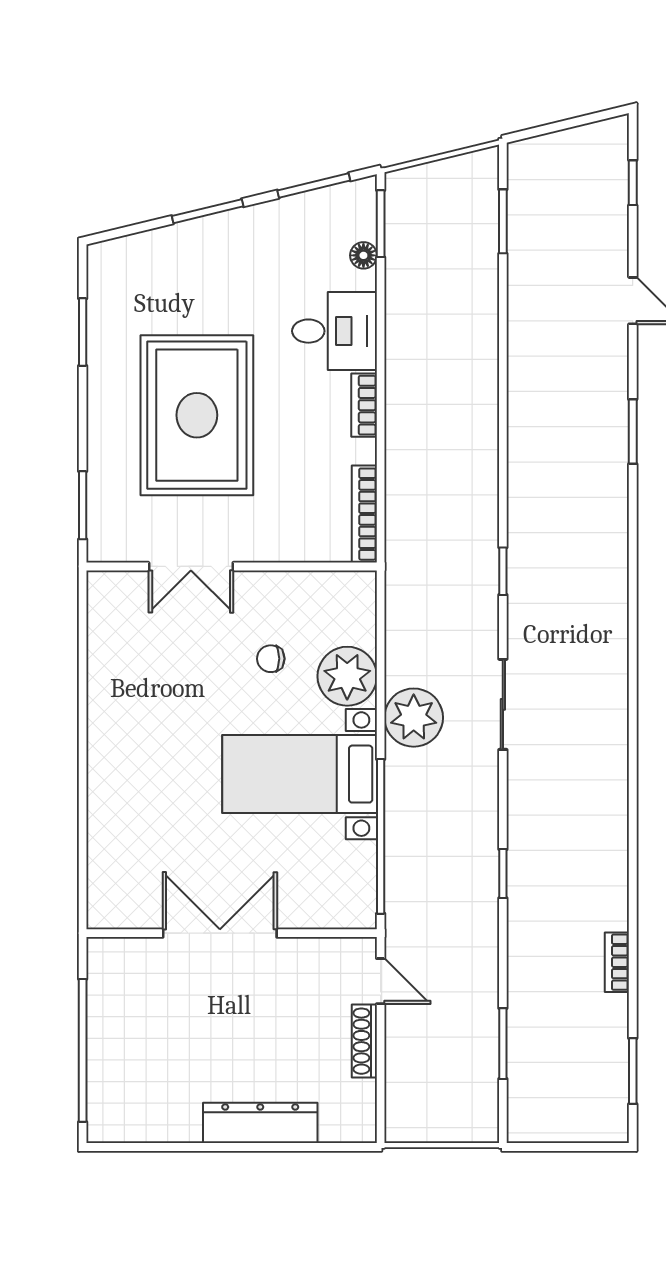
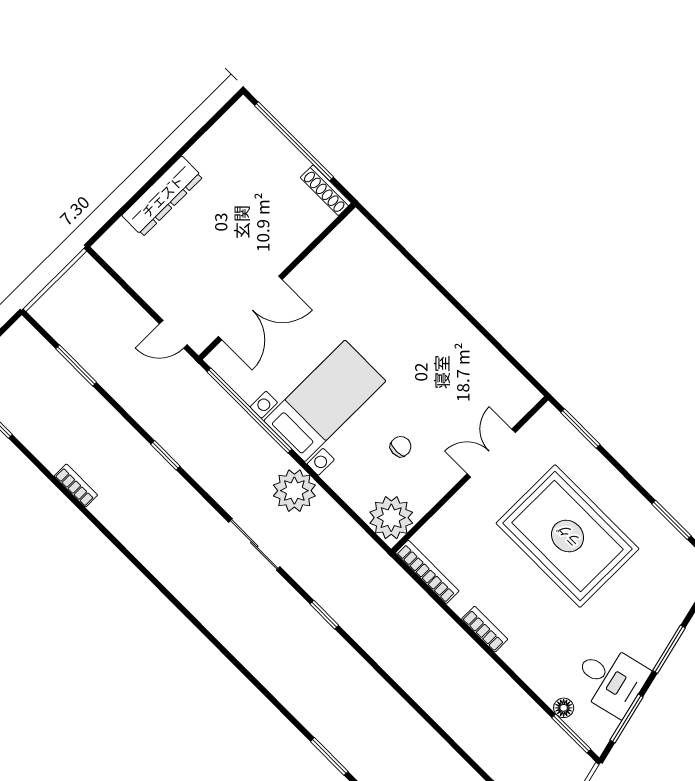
desk: (335, 331) -> (610, 679), moved, turned -104
plant: (347, 676) -> (391, 518), moved
double door: (220, 933) -> (250, 308), moved
bookcase: (617, 962) -> (76, 486), moved
shoe rack: (364, 1041) -> (326, 190), moved, turned 180

